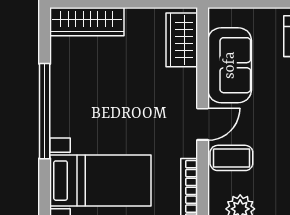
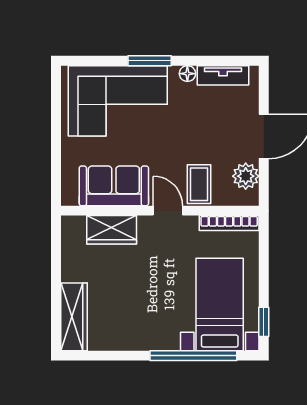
wardrobe: (182, 40) -> (112, 230), moved
window: (45, 111) -> (193, 356), moved

